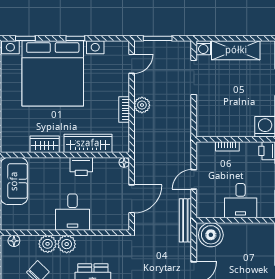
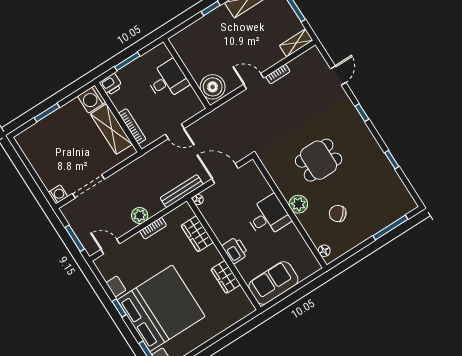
shelving: (236, 50) -> (111, 129), moved
wardrobe: (88, 143) -> (197, 234), width x0.67
bookcase: (227, 146) -> (132, 126), width x1.56
printer: (81, 166) -> (235, 250), moved
bench: (185, 220) -> (182, 191), moved
plant: (48, 244) -> (309, 221), removed

